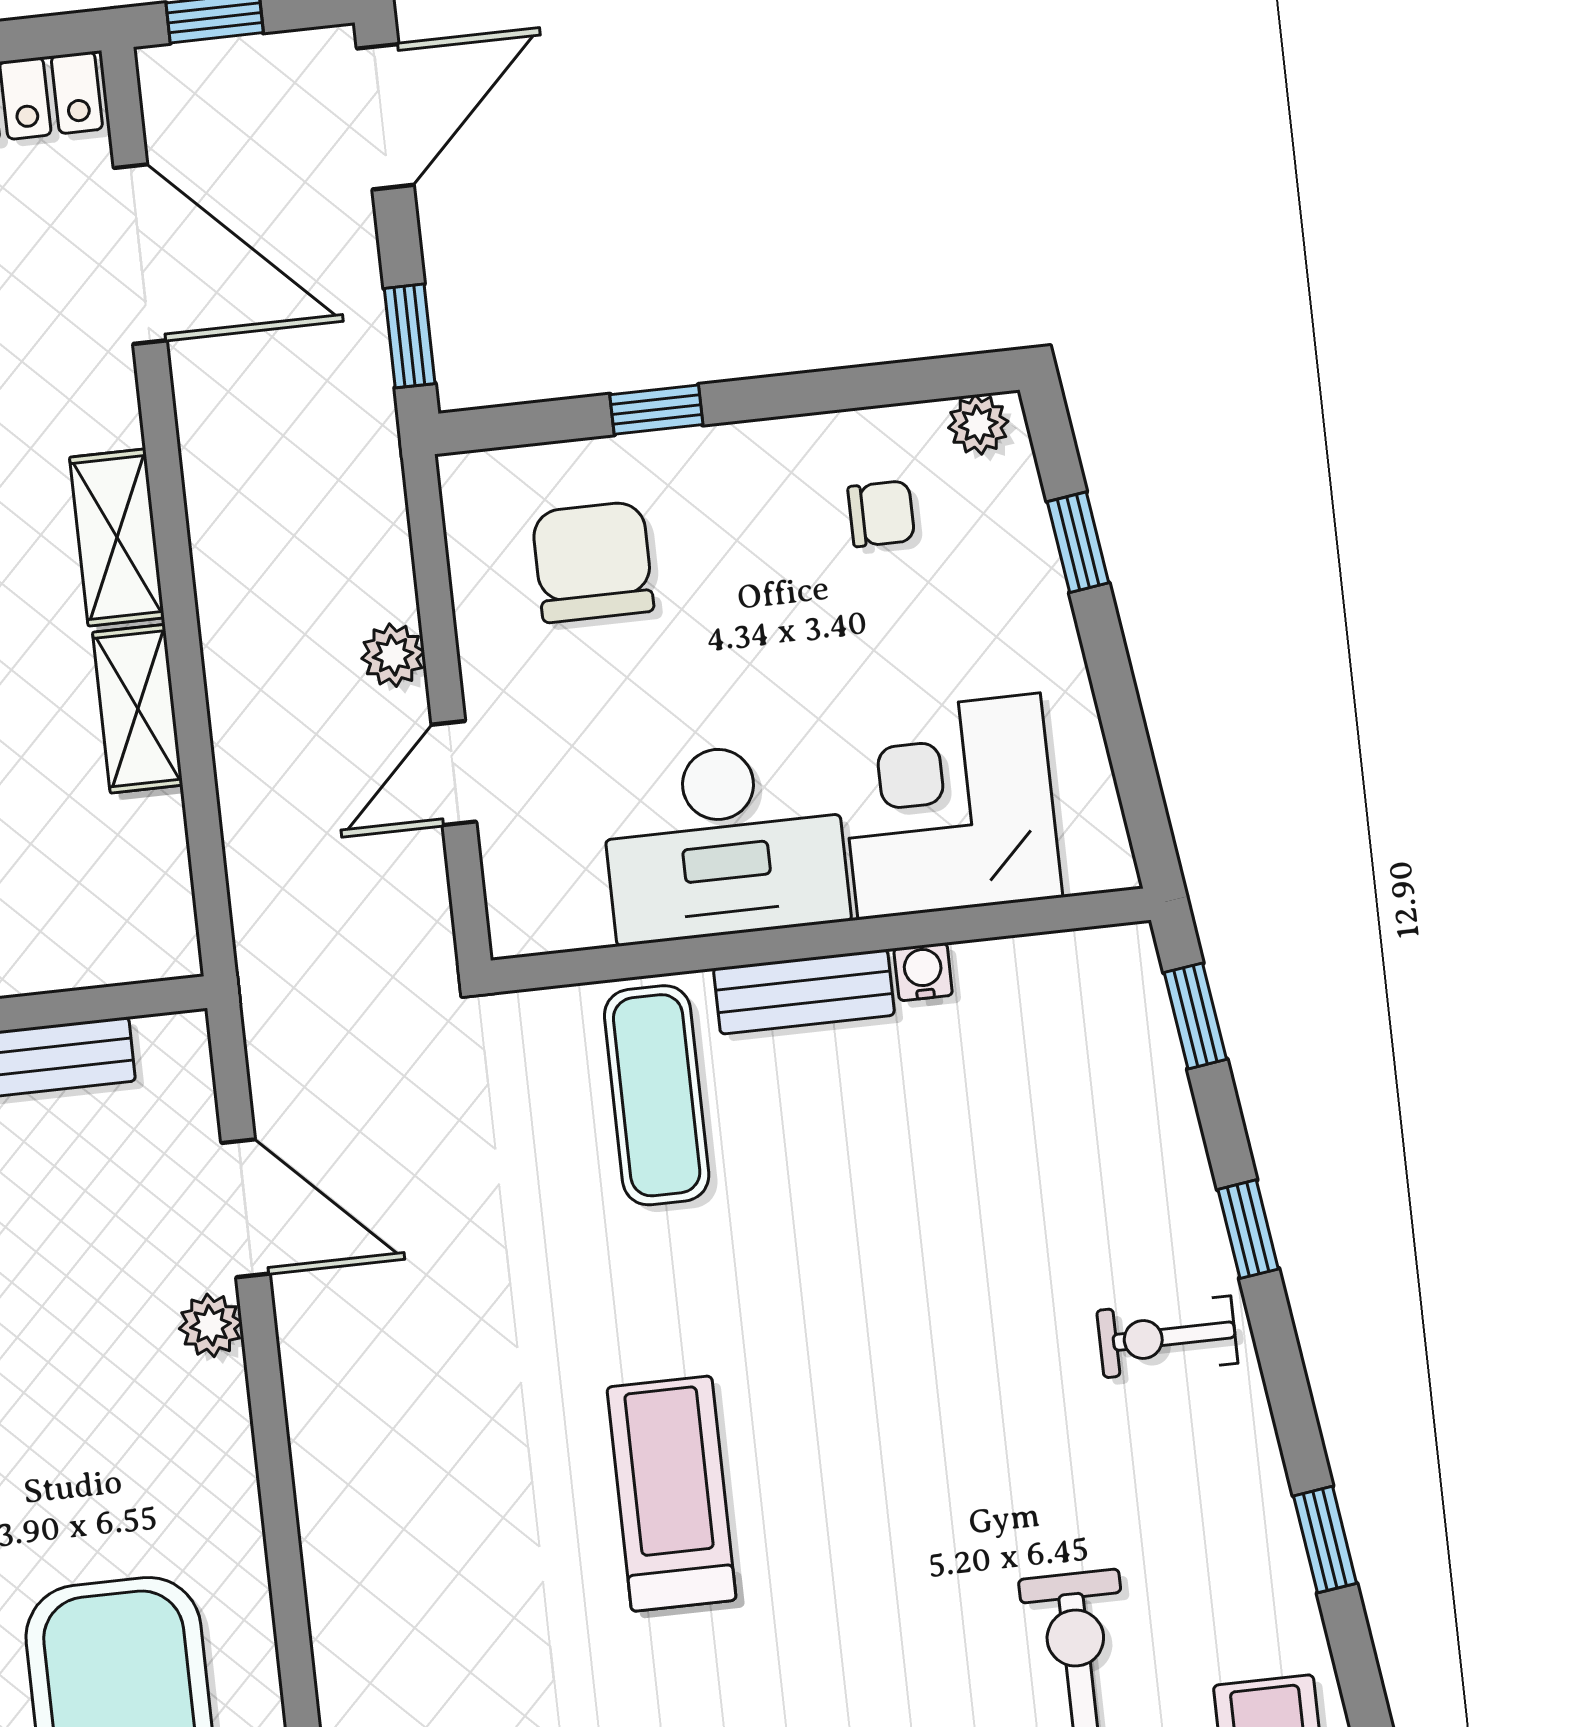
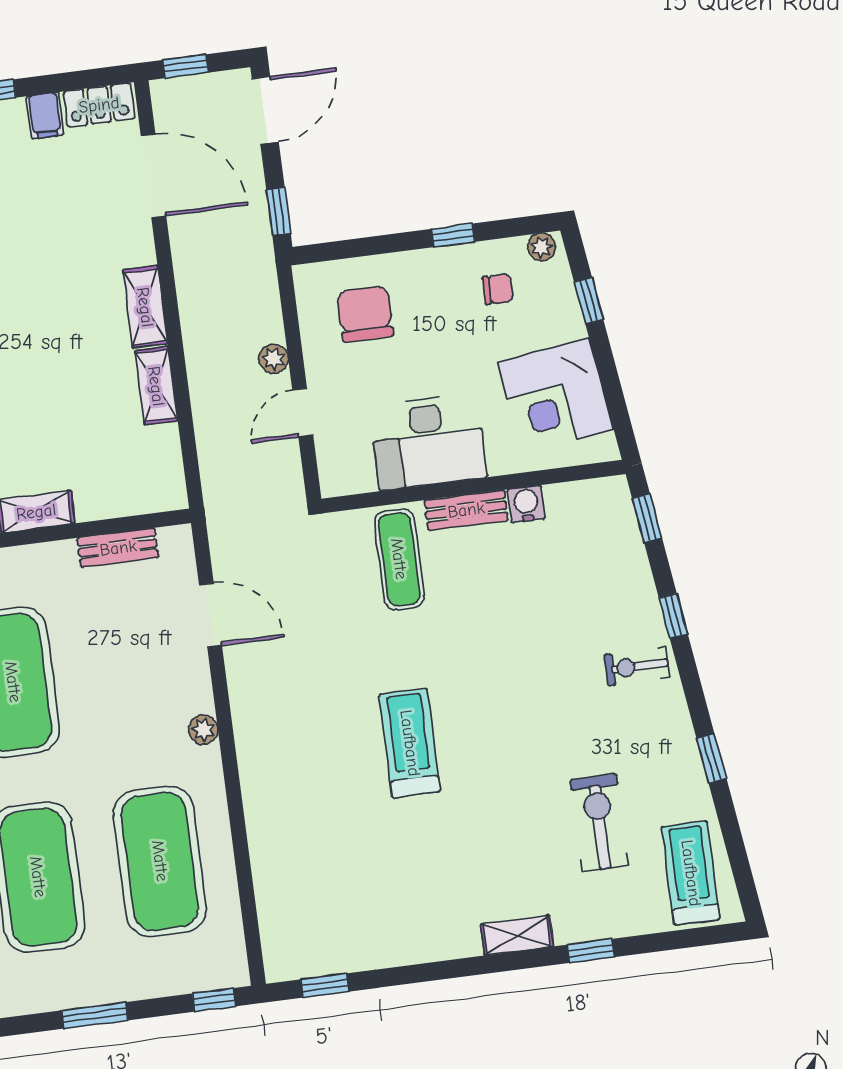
window: (656, 410) -> (453, 235), moved
corner desk: (949, 806) -> (556, 396), moved, turned -98
water cooler: (923, 972) -> (526, 504), width x1.38, depth x1.38
plant: (211, 1325) -> (203, 730), moved

